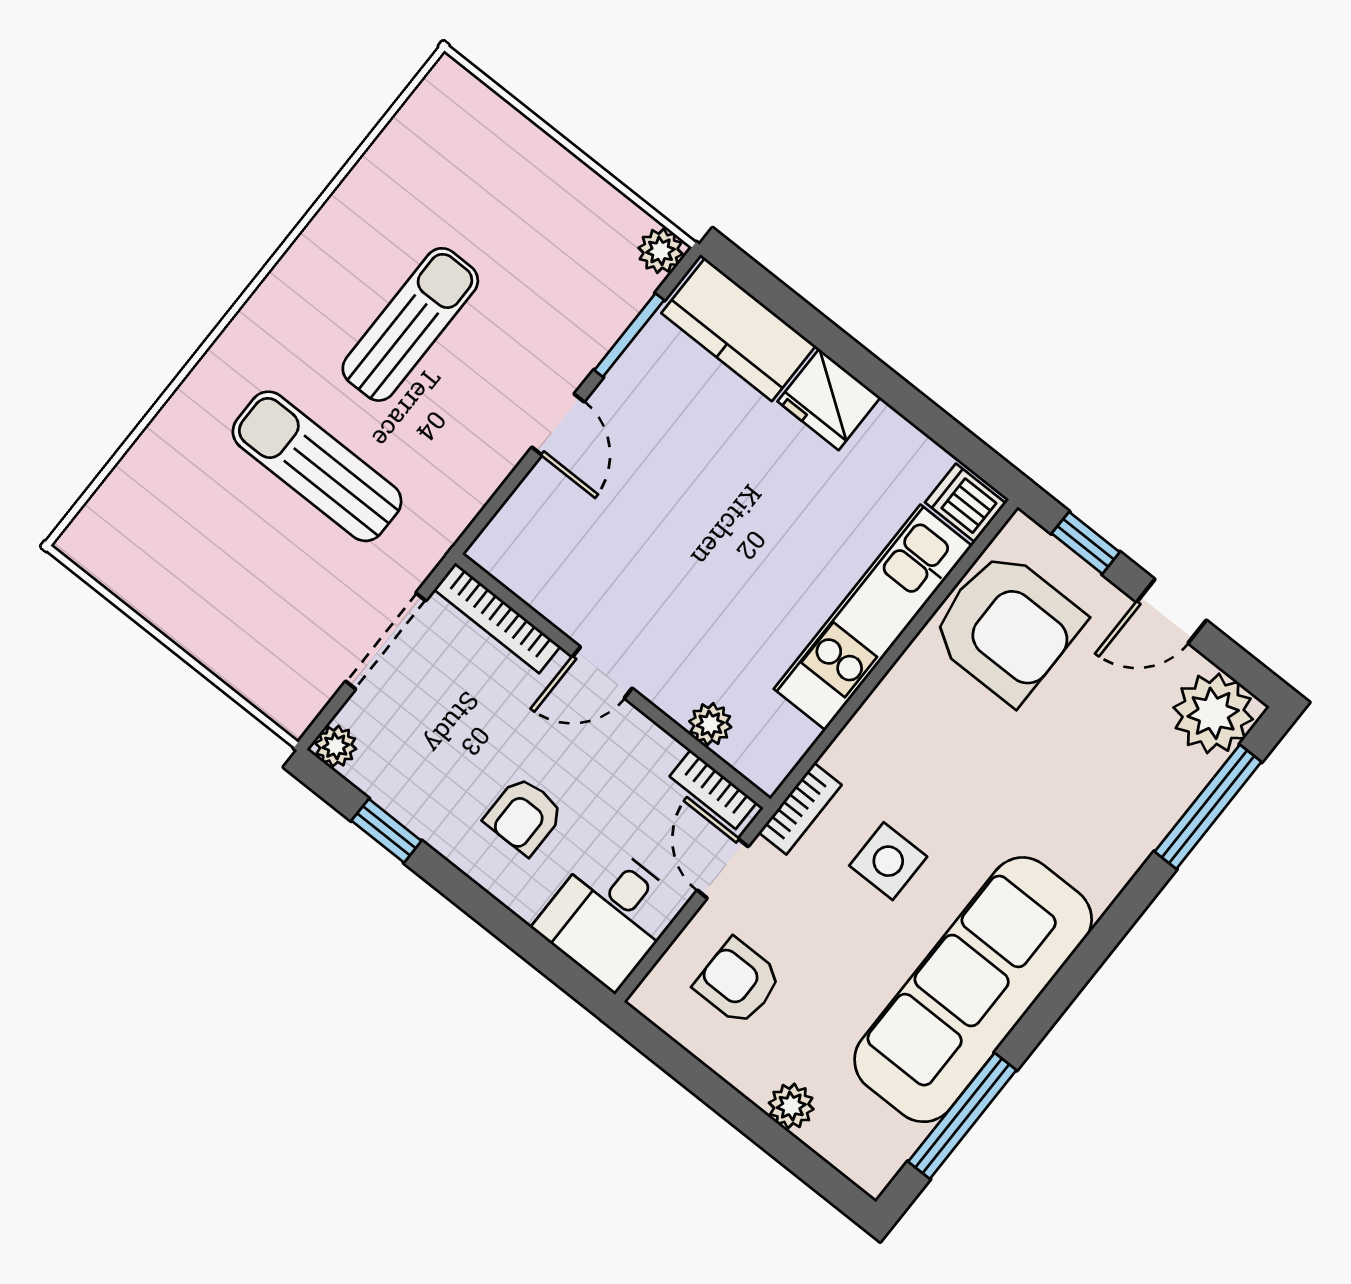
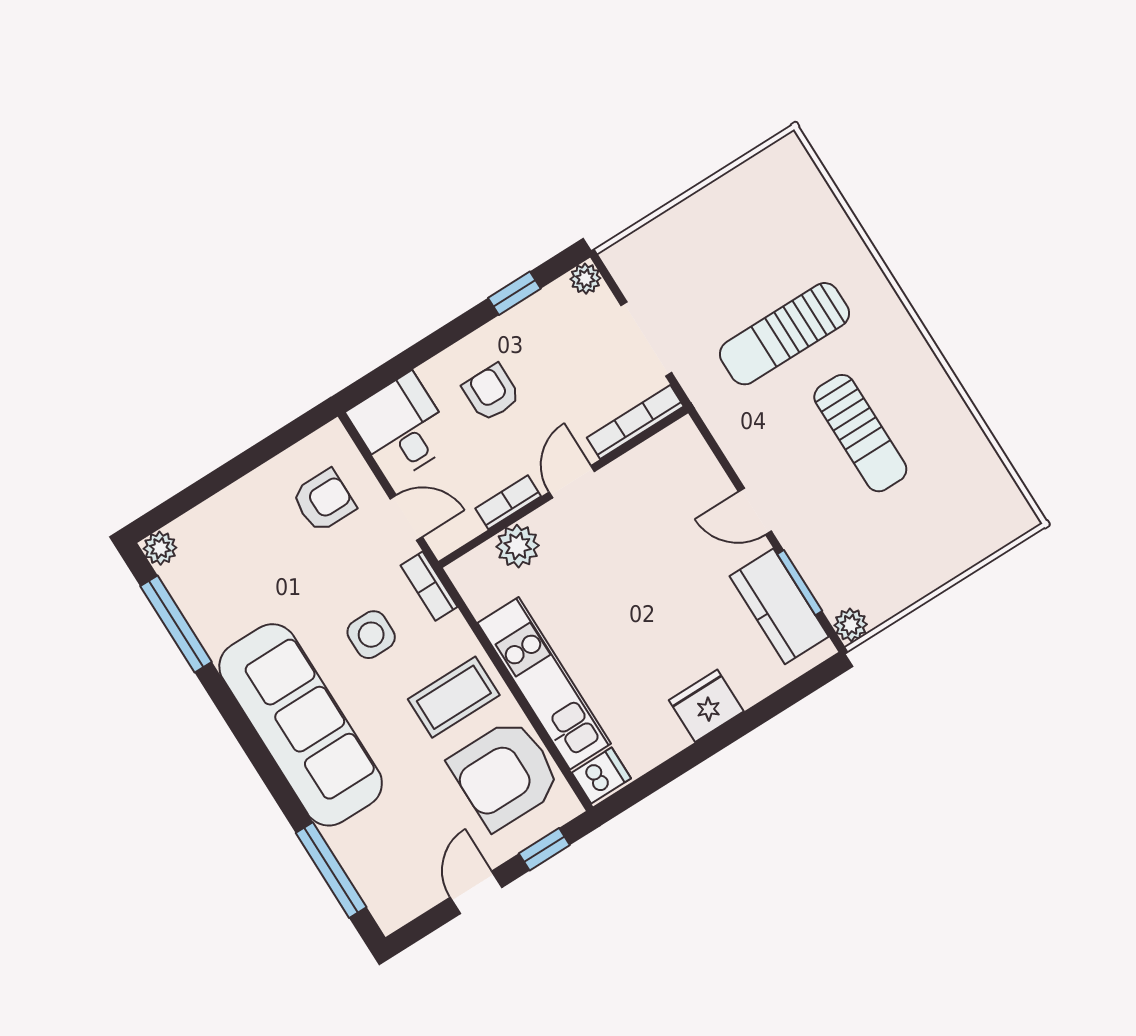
kitchen counter: (739, 330) -> (779, 606), moved, turned -90
sun lounger: (317, 466) -> (785, 334), turned 180
plant: (1213, 713) -> (395, 896), removed
plant: (710, 724) -> (518, 546), width x1.38, depth x1.38
coffee table: (931, 727) -> (454, 697), added
bookcase: (713, 789) -> (508, 502), moved
sofa: (973, 990) -> (301, 725), moved
plant: (791, 1106) -> (160, 548), moved

